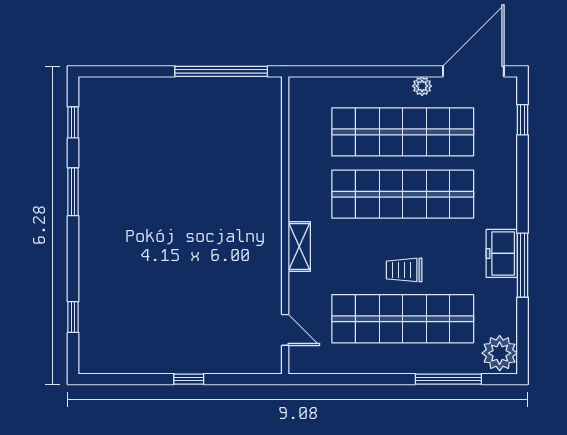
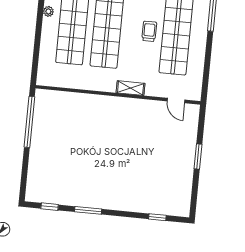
trolley: (404, 270) -> (149, 31), turned 180
door: (285, 330) -> (176, 100), swing flipped
window: (189, 379) -> (198, 157), width x1.50

